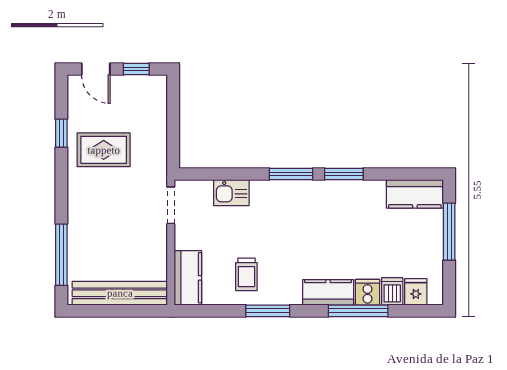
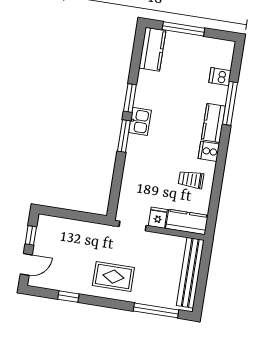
rug: (104, 150) -> (113, 277), moved, turned 90
kitchen sink: (231, 193) -> (140, 121), moved
trolley: (246, 274) -> (191, 180), turned 180
cooker: (368, 292) -> (209, 151), moved
fridge: (416, 292) -> (158, 218), moved, turned 90
window: (268, 311) -> (220, 168), removed

